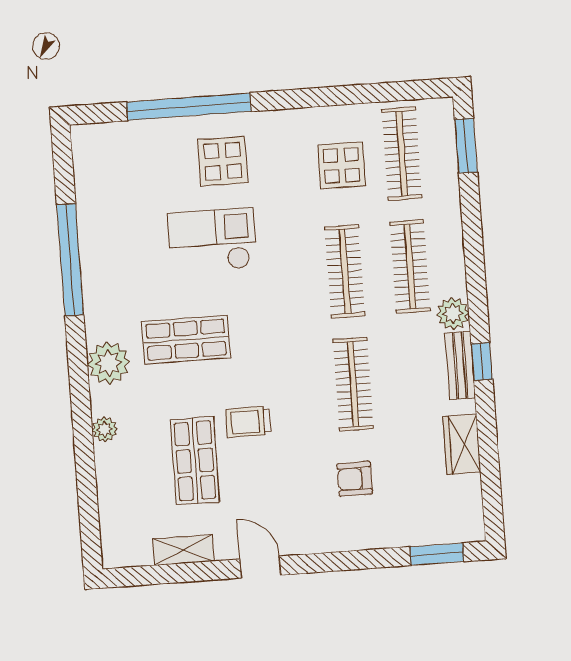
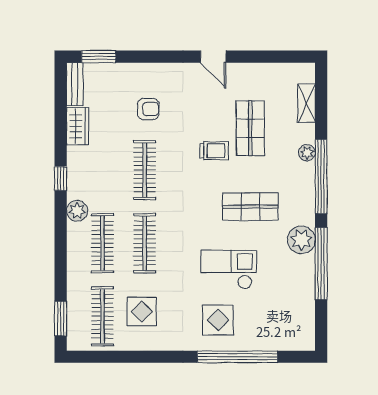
checkout: (212, 240) -> (229, 270), turned 180
plant: (108, 363) -> (301, 240), moved
bench: (460, 365) -> (75, 84), moved
window: (80, 394) -> (321, 176), added
shelving: (183, 550) -> (307, 103), moved, turned 90

